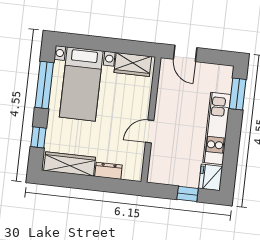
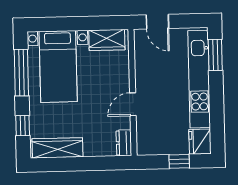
kitchen unit: (217, 129) -> (199, 79), width x1.36
dresser: (108, 171) -> (124, 143), moved, turned -90

